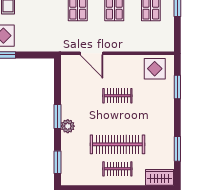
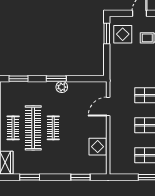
display table: (155, 69) -> (98, 147), moved
clothes rail: (117, 96) -> (53, 128), moved
plant: (68, 126) -> (62, 87), moved

